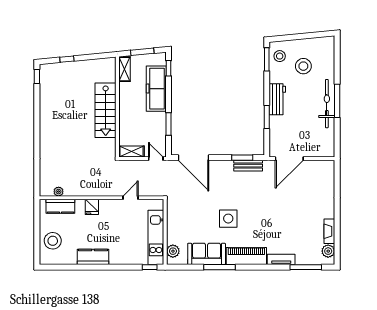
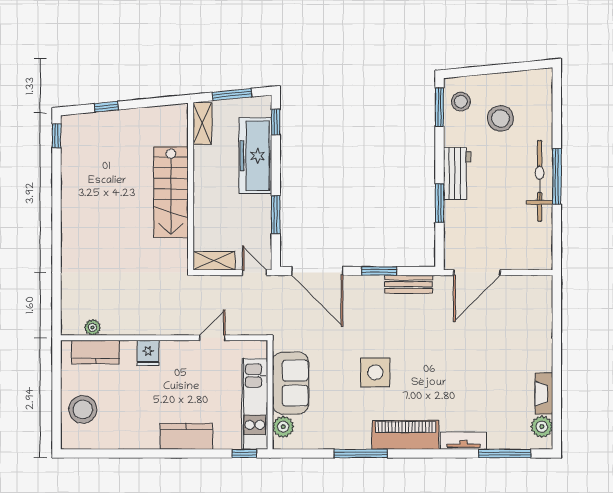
window: (242, 158) -> (379, 271), moved
sofa: (207, 254) -> (291, 383), moved, turned 90
kitchen counter: (93, 257) -> (186, 436), moved

